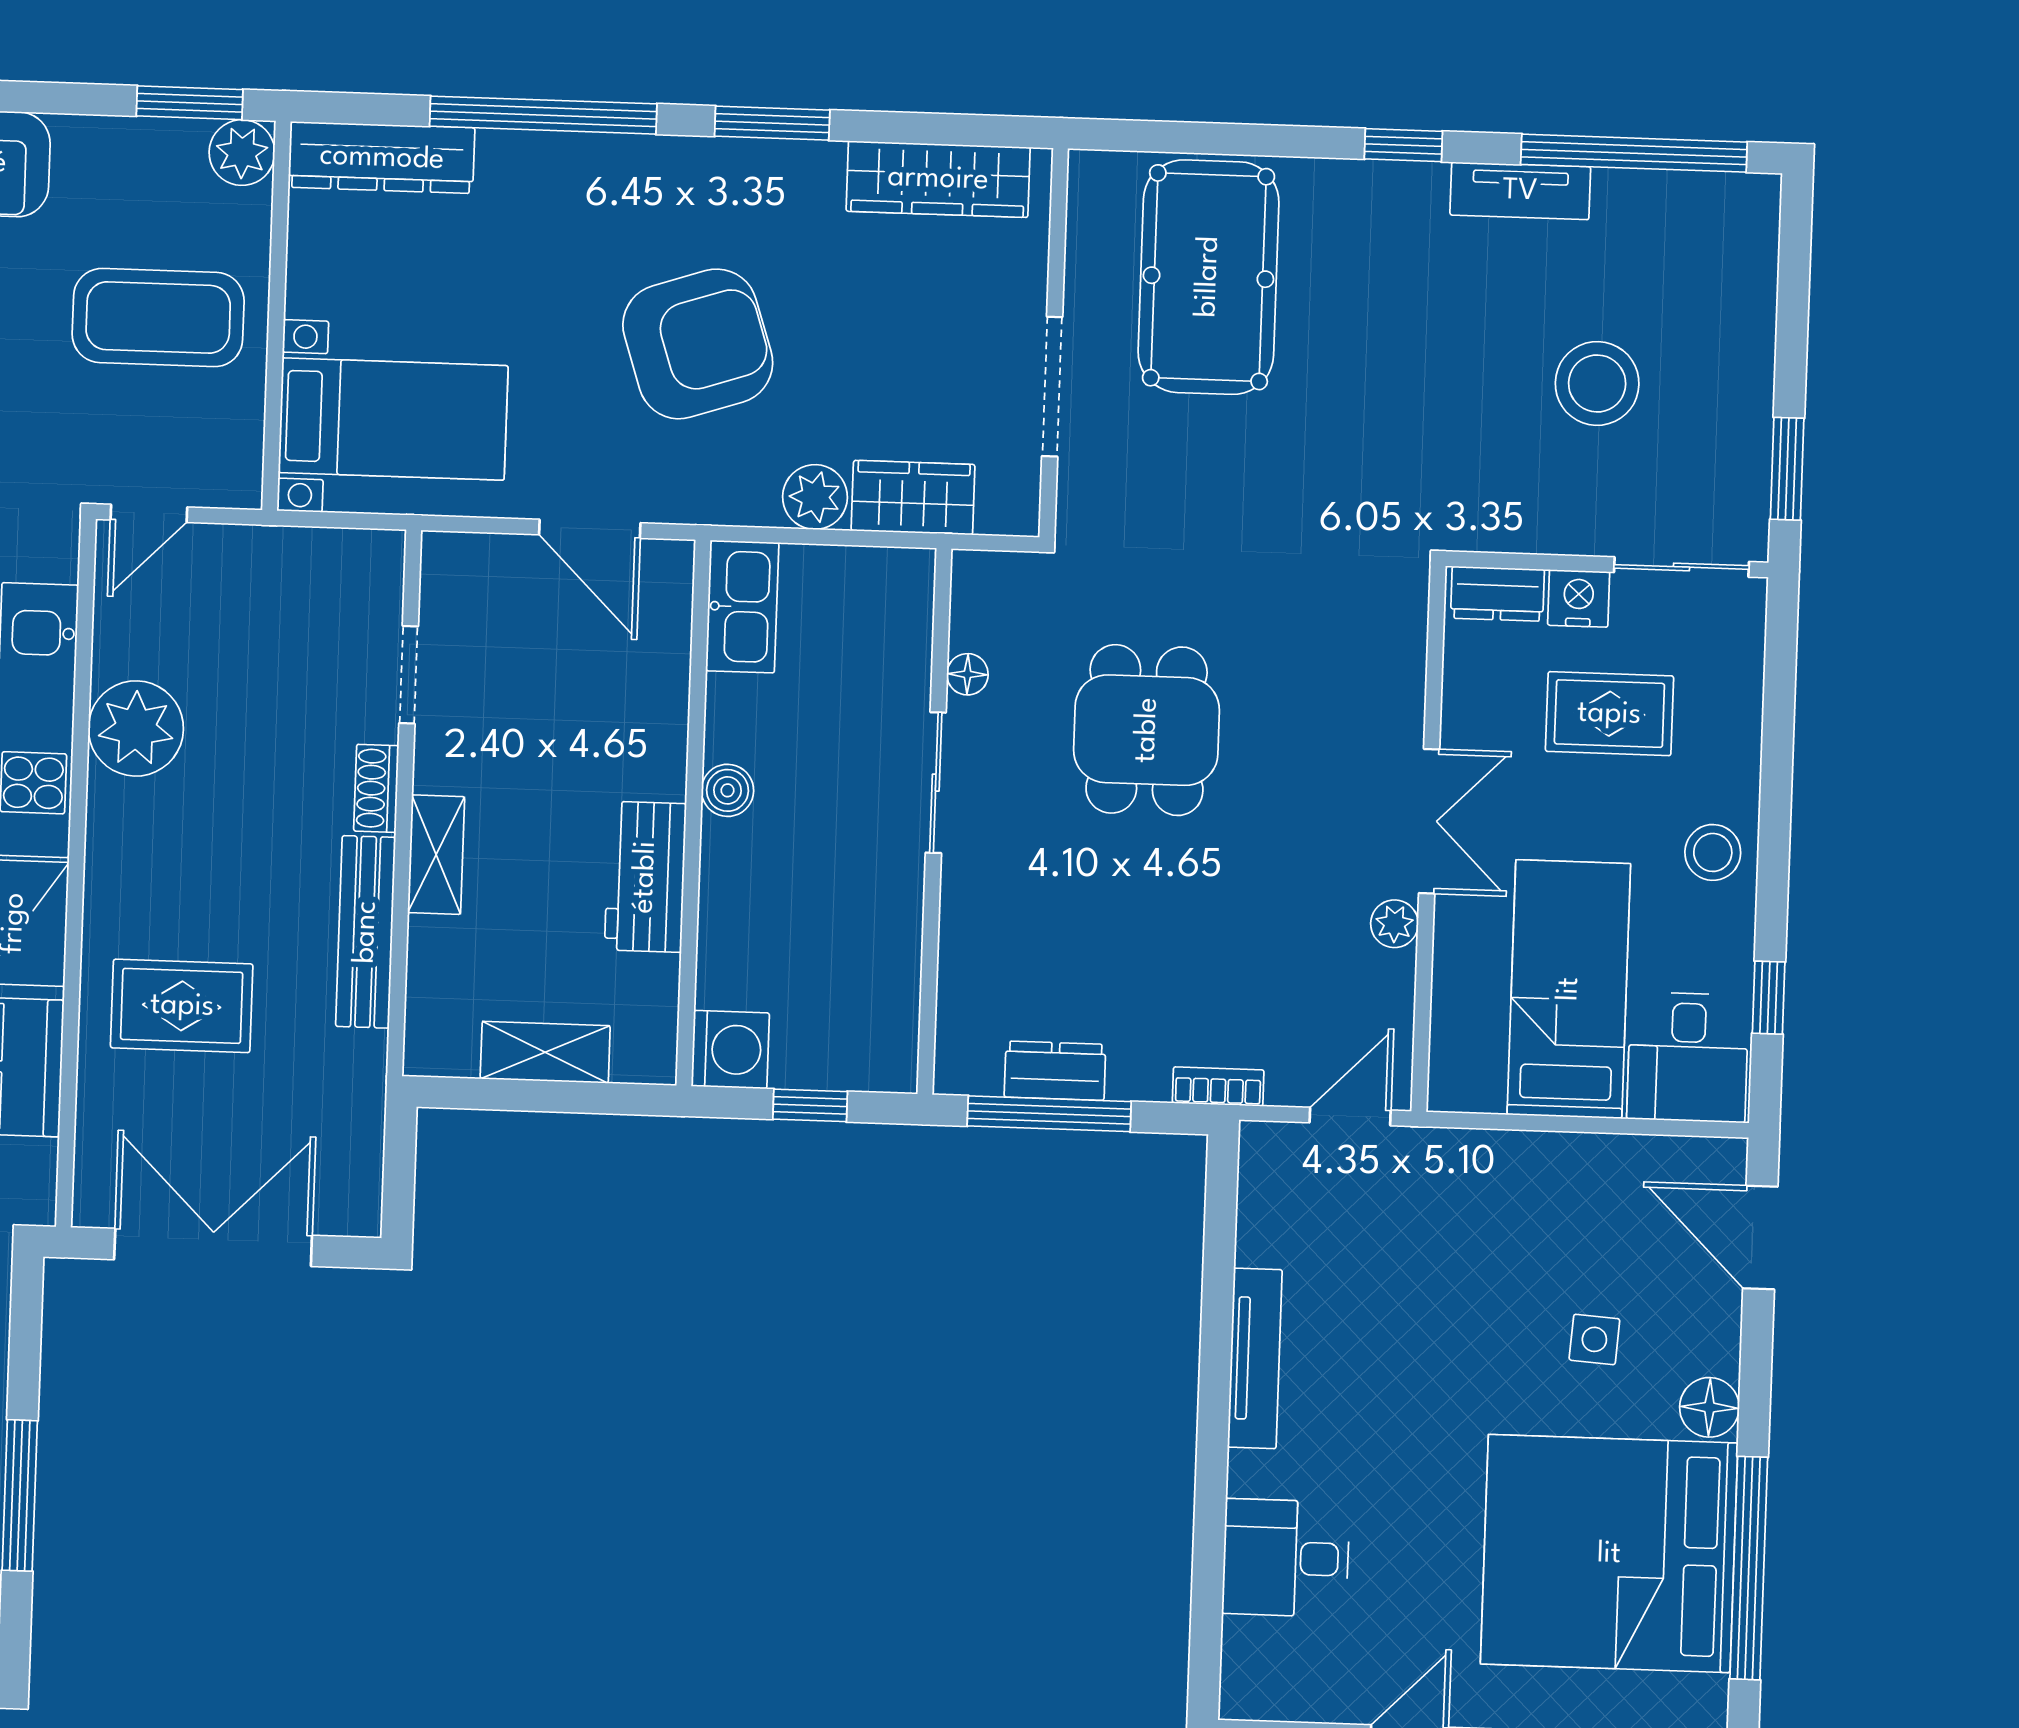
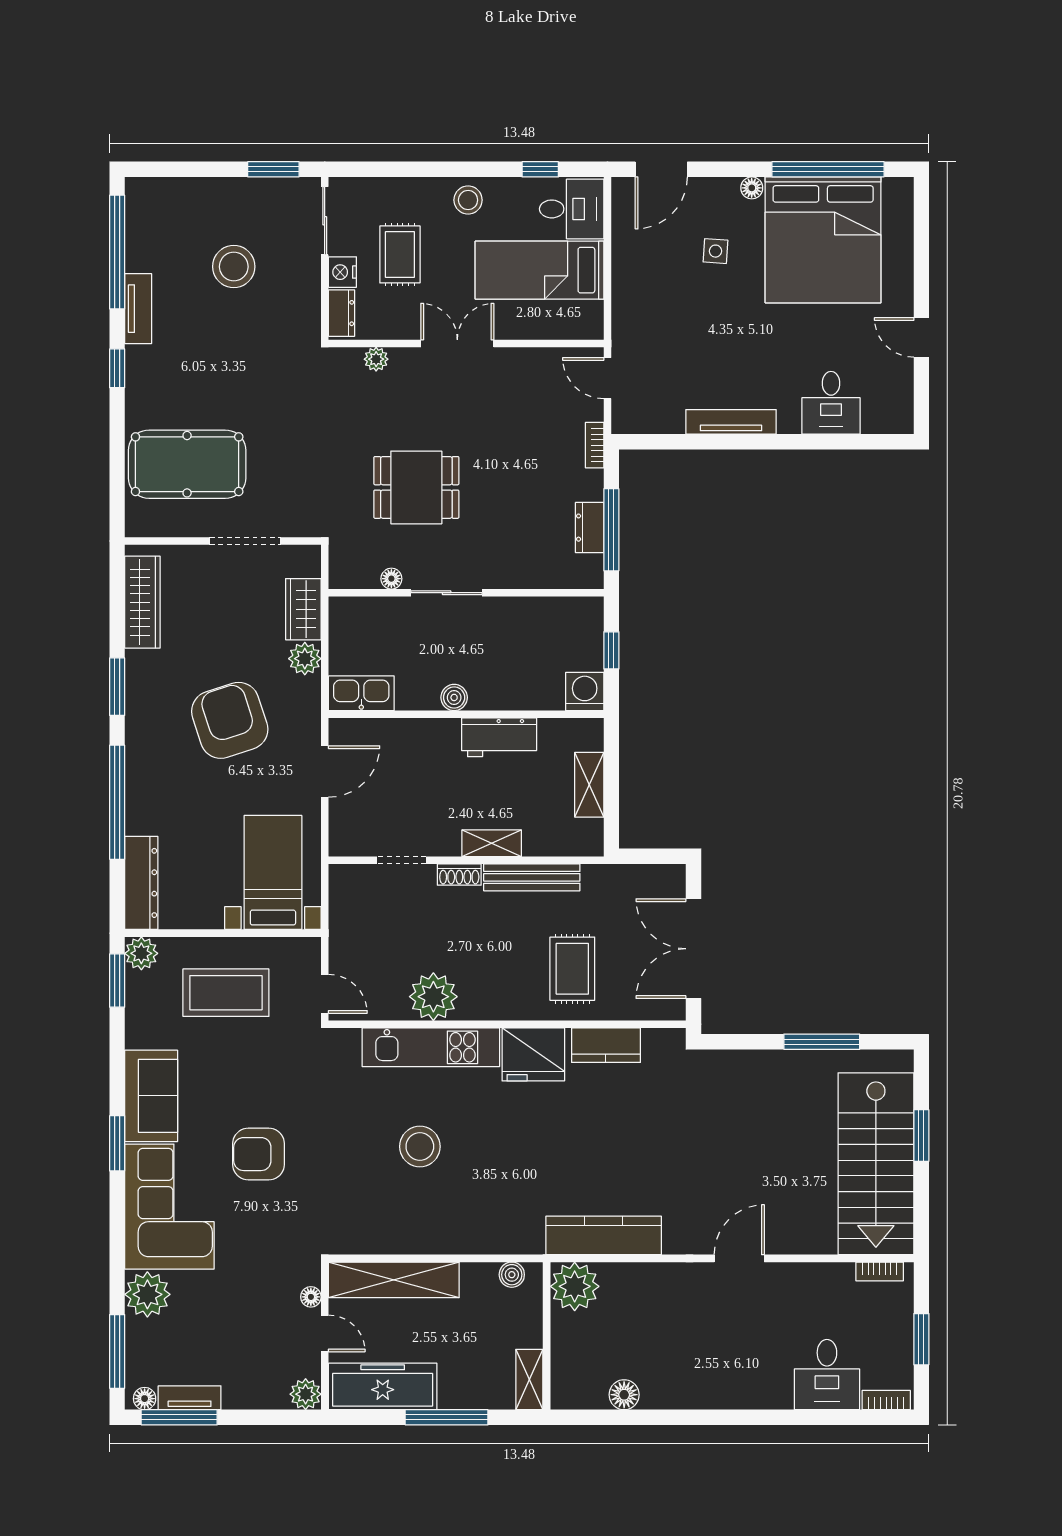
coffee table: (158, 318) -> (226, 993), turned 90
plant: (1394, 924) -> (376, 359), moved
floor lamp: (1709, 1407) -> (752, 188), width x0.73, depth x0.73

